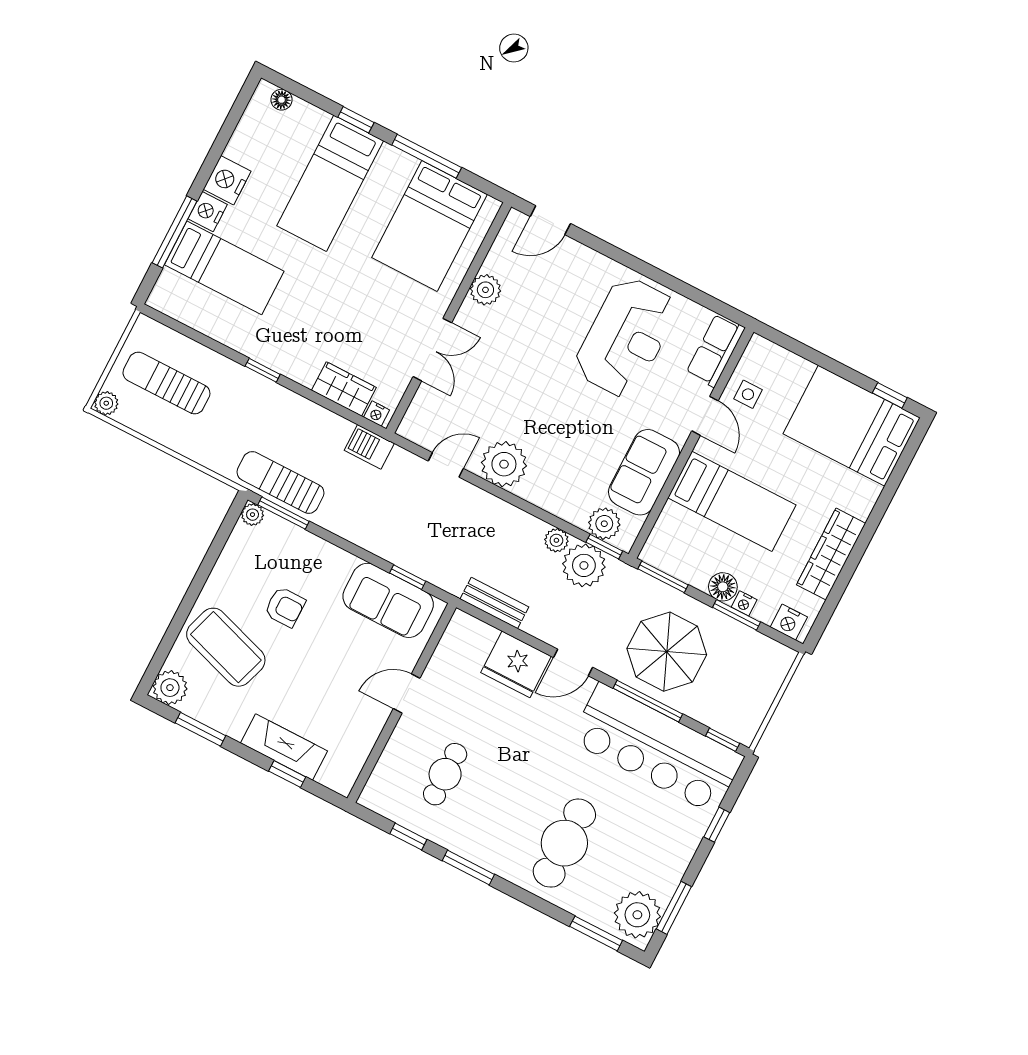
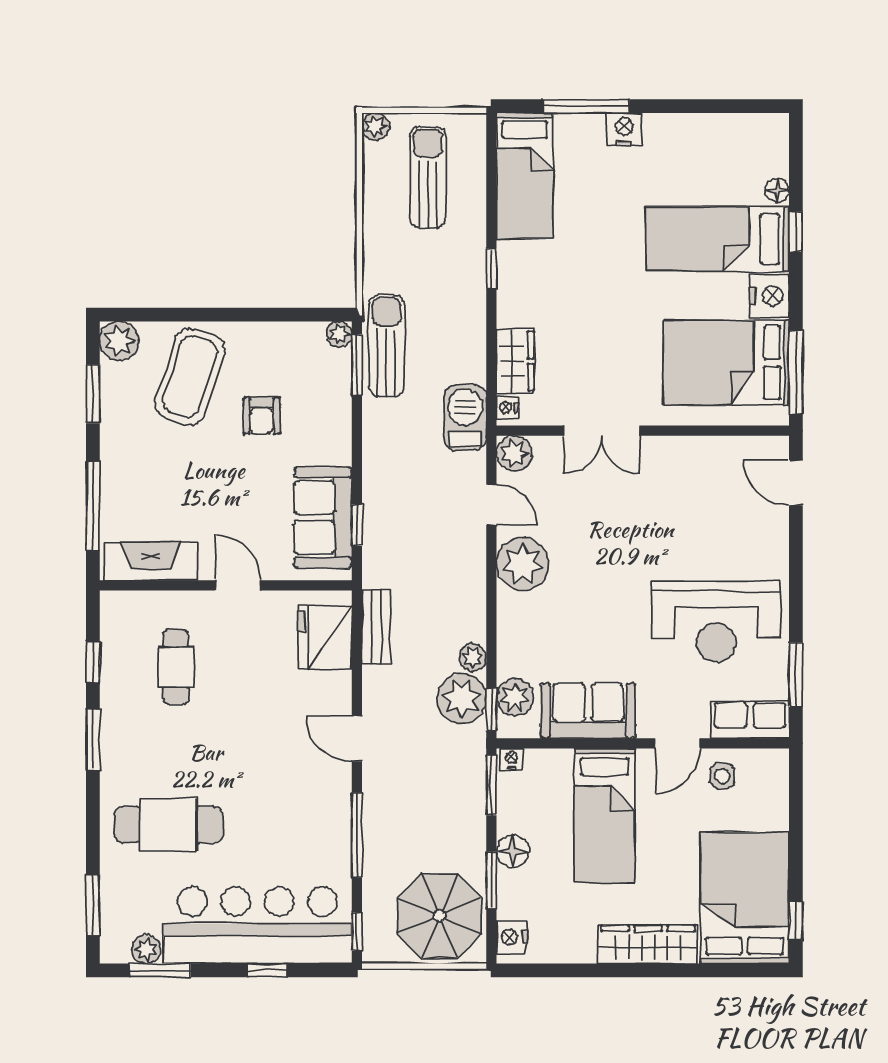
floor lamp: (281, 100) -> (777, 190), moved
window: (427, 156) -> (796, 372), moved
nightstand: (227, 180) -> (769, 296), moved, turned 90
bed: (224, 268) -> (525, 176), moved
plant: (485, 290) -> (514, 453), moved
window: (699, 297) -> (796, 675), added
barbecue: (369, 447) -> (465, 418), width x1.38, depth x1.27
wardrobe: (831, 554) -> (648, 944), moved
nightstand: (744, 603) -> (512, 759), moved, turned 90
parasol: (667, 652) -> (439, 916), moved
fridge: (516, 664) -> (325, 637), moved
fireplace: (284, 747) -> (151, 561), moved, turned -90
bar counter: (657, 748) -> (258, 925), moved, turned 90
window: (287, 774) -> (93, 506), width x2.17
cafe table: (445, 774) -> (176, 667), turned 90
plant: (637, 915) -> (146, 949), width x0.53, depth x0.53

